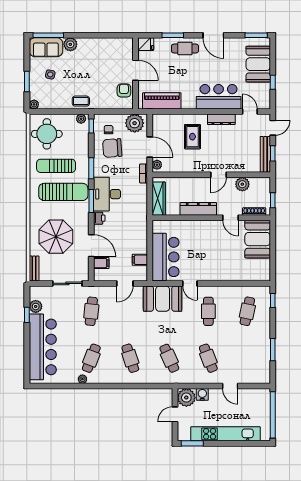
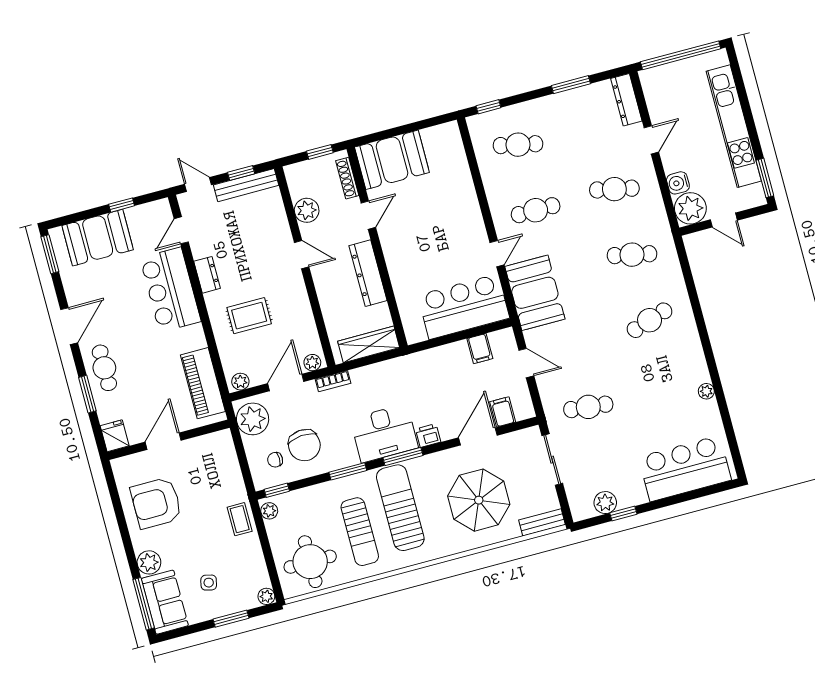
armchair: (124, 90) -> (156, 503), moved, width x1.88, depth x1.88
dresser: (221, 119) -> (207, 275), width x0.70
plant: (157, 122) -> (240, 382), added
bar counter: (43, 347) -> (685, 469), width x0.73
cafe table: (91, 358) -> (667, 386), removed
cafe table: (169, 358) -> (632, 255), turned 36
cafe table: (208, 358) -> (614, 189), turned 33
dresser: (256, 378) -> (626, 100), added

